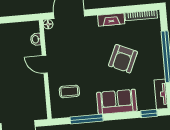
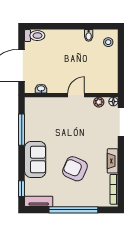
washbasin: (36, 39) -> (41, 89), moved
plant: (50, 40) -> (99, 102), added
coffee table: (69, 91) -> (49, 116), removed

